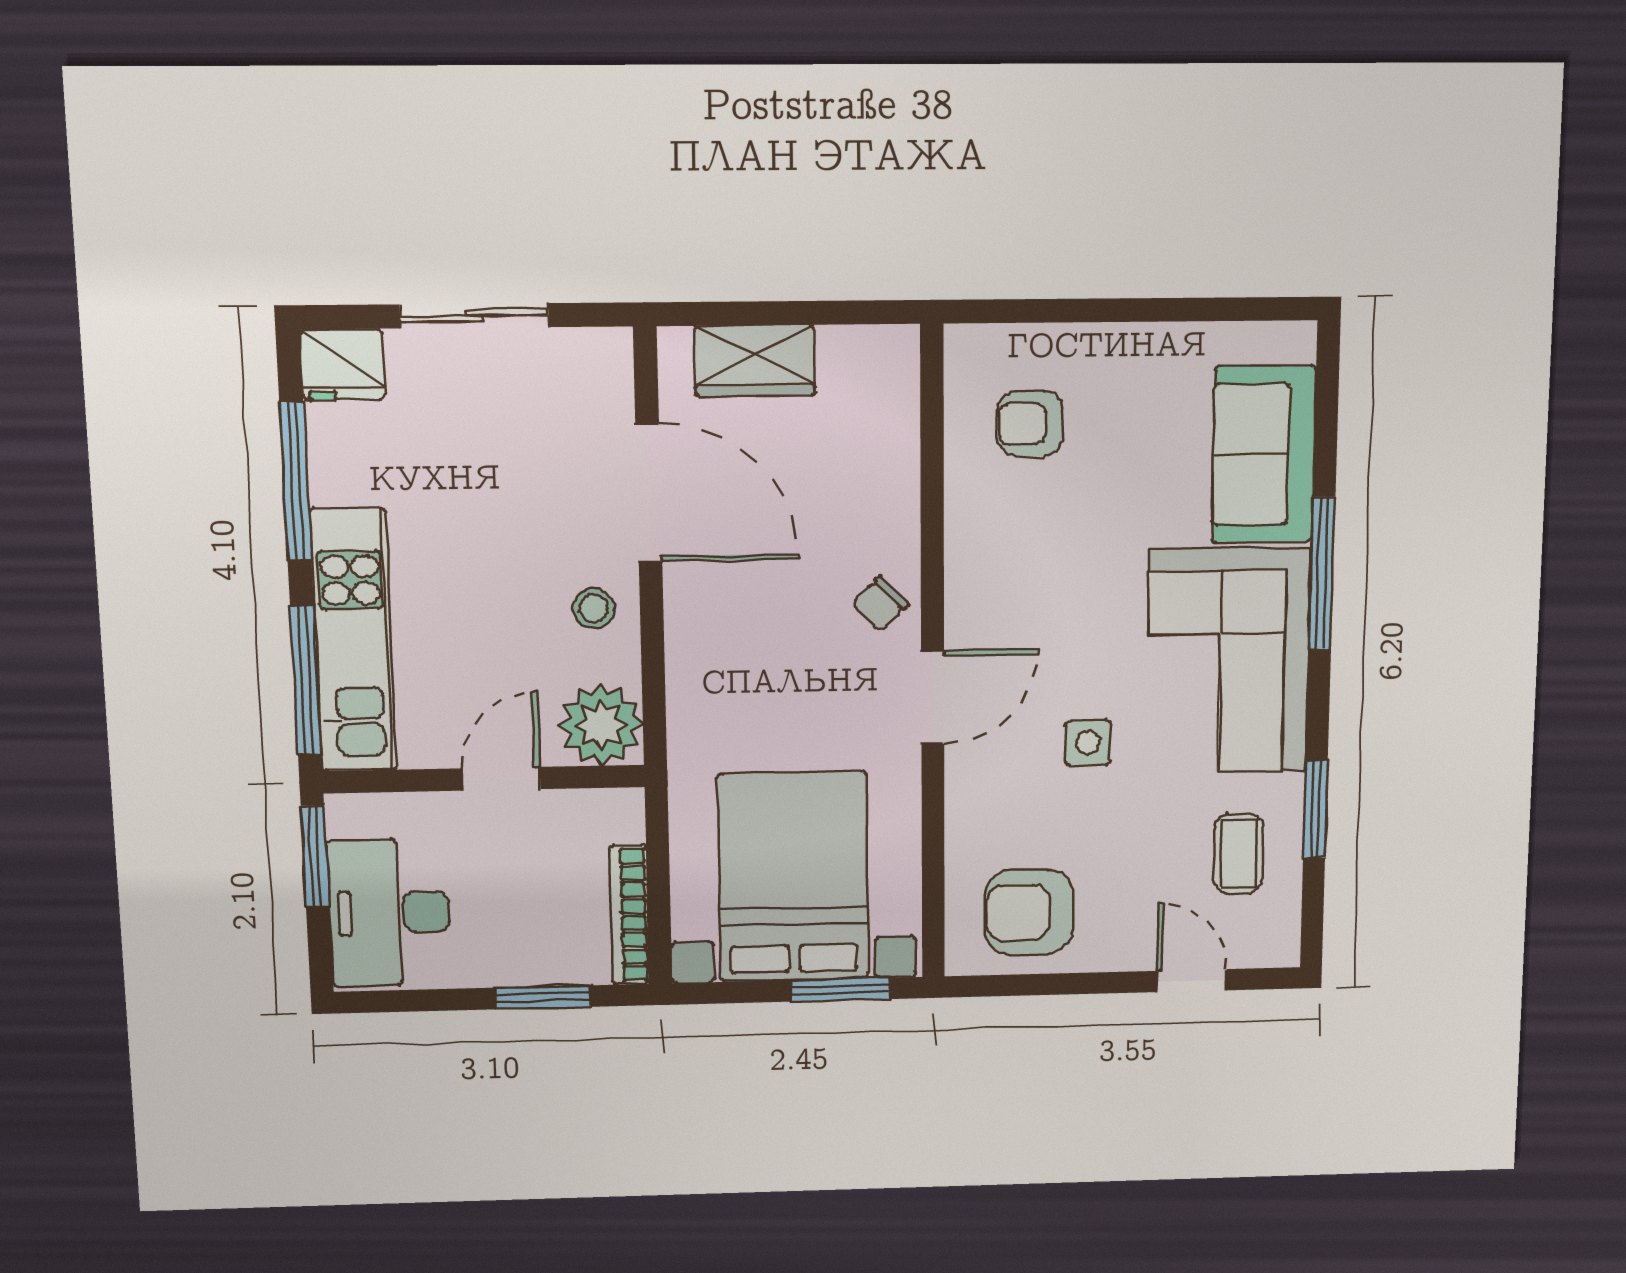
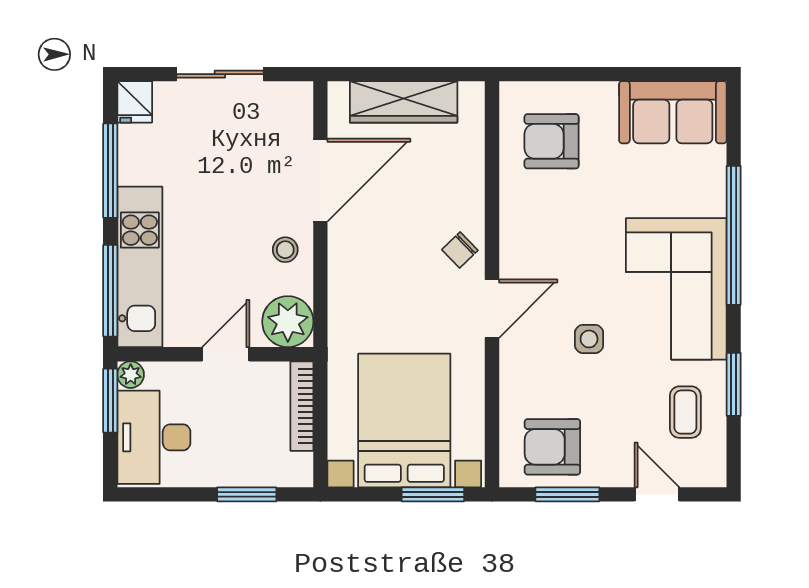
wardrobe: (755, 361) -> (404, 102), width x1.50
fridge: (342, 365) -> (135, 102), width x0.72
armchair: (1030, 424) -> (552, 141), width x1.38, depth x1.38
sofa: (1264, 454) -> (673, 112), moved, turned -90
door: (649, 493) -> (320, 180), hinge flipped
window: (1322, 573) -> (734, 235), width x1.46
plant: (346, 814) -> (131, 375), added
bookcase: (629, 915) -> (302, 406), moved
window: (1052, 984) -> (567, 494), added

